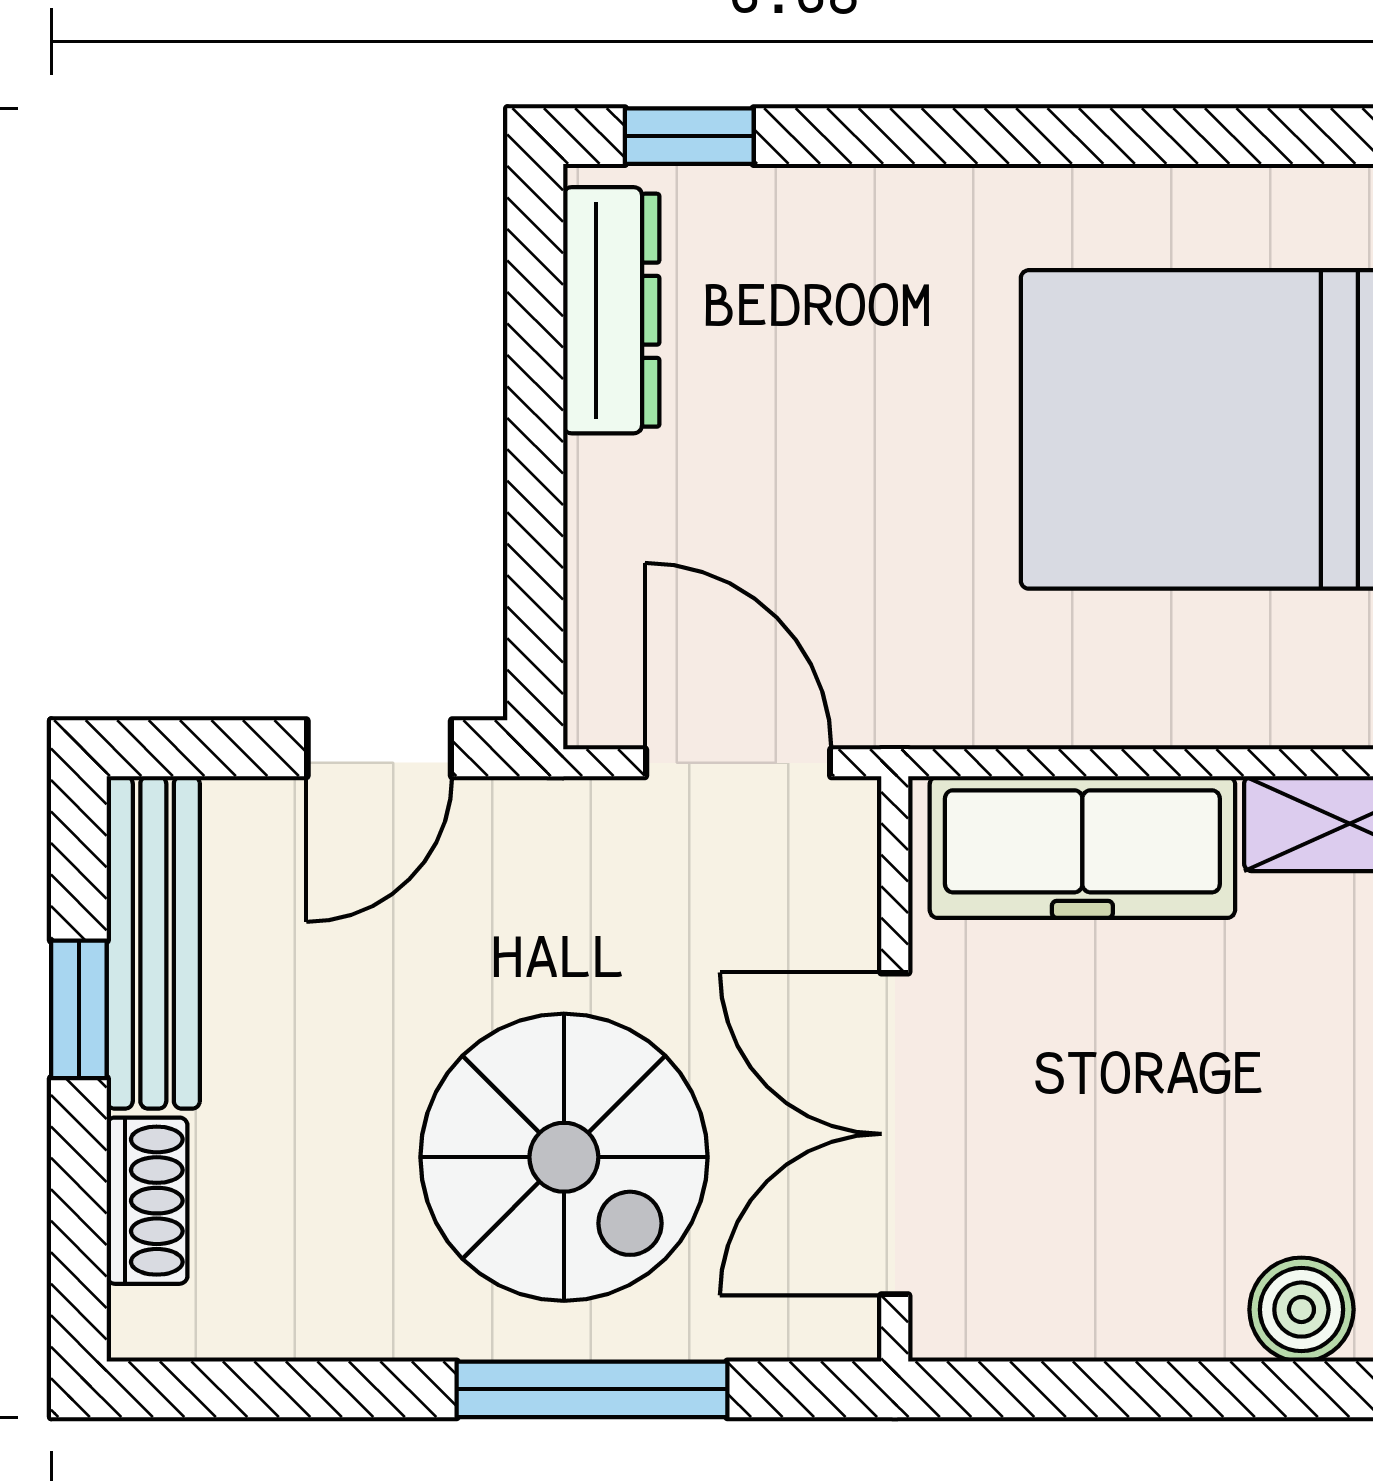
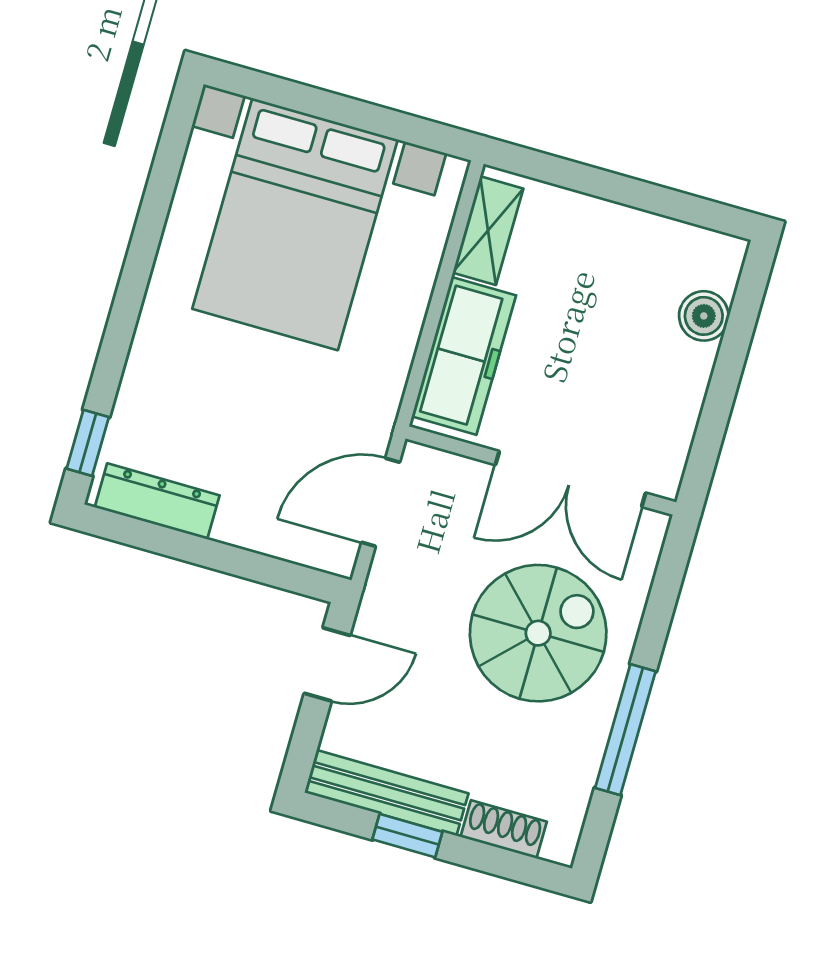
door: (379, 748) -> (327, 664), hinge flipped
window: (592, 1389) -> (625, 730), moved

